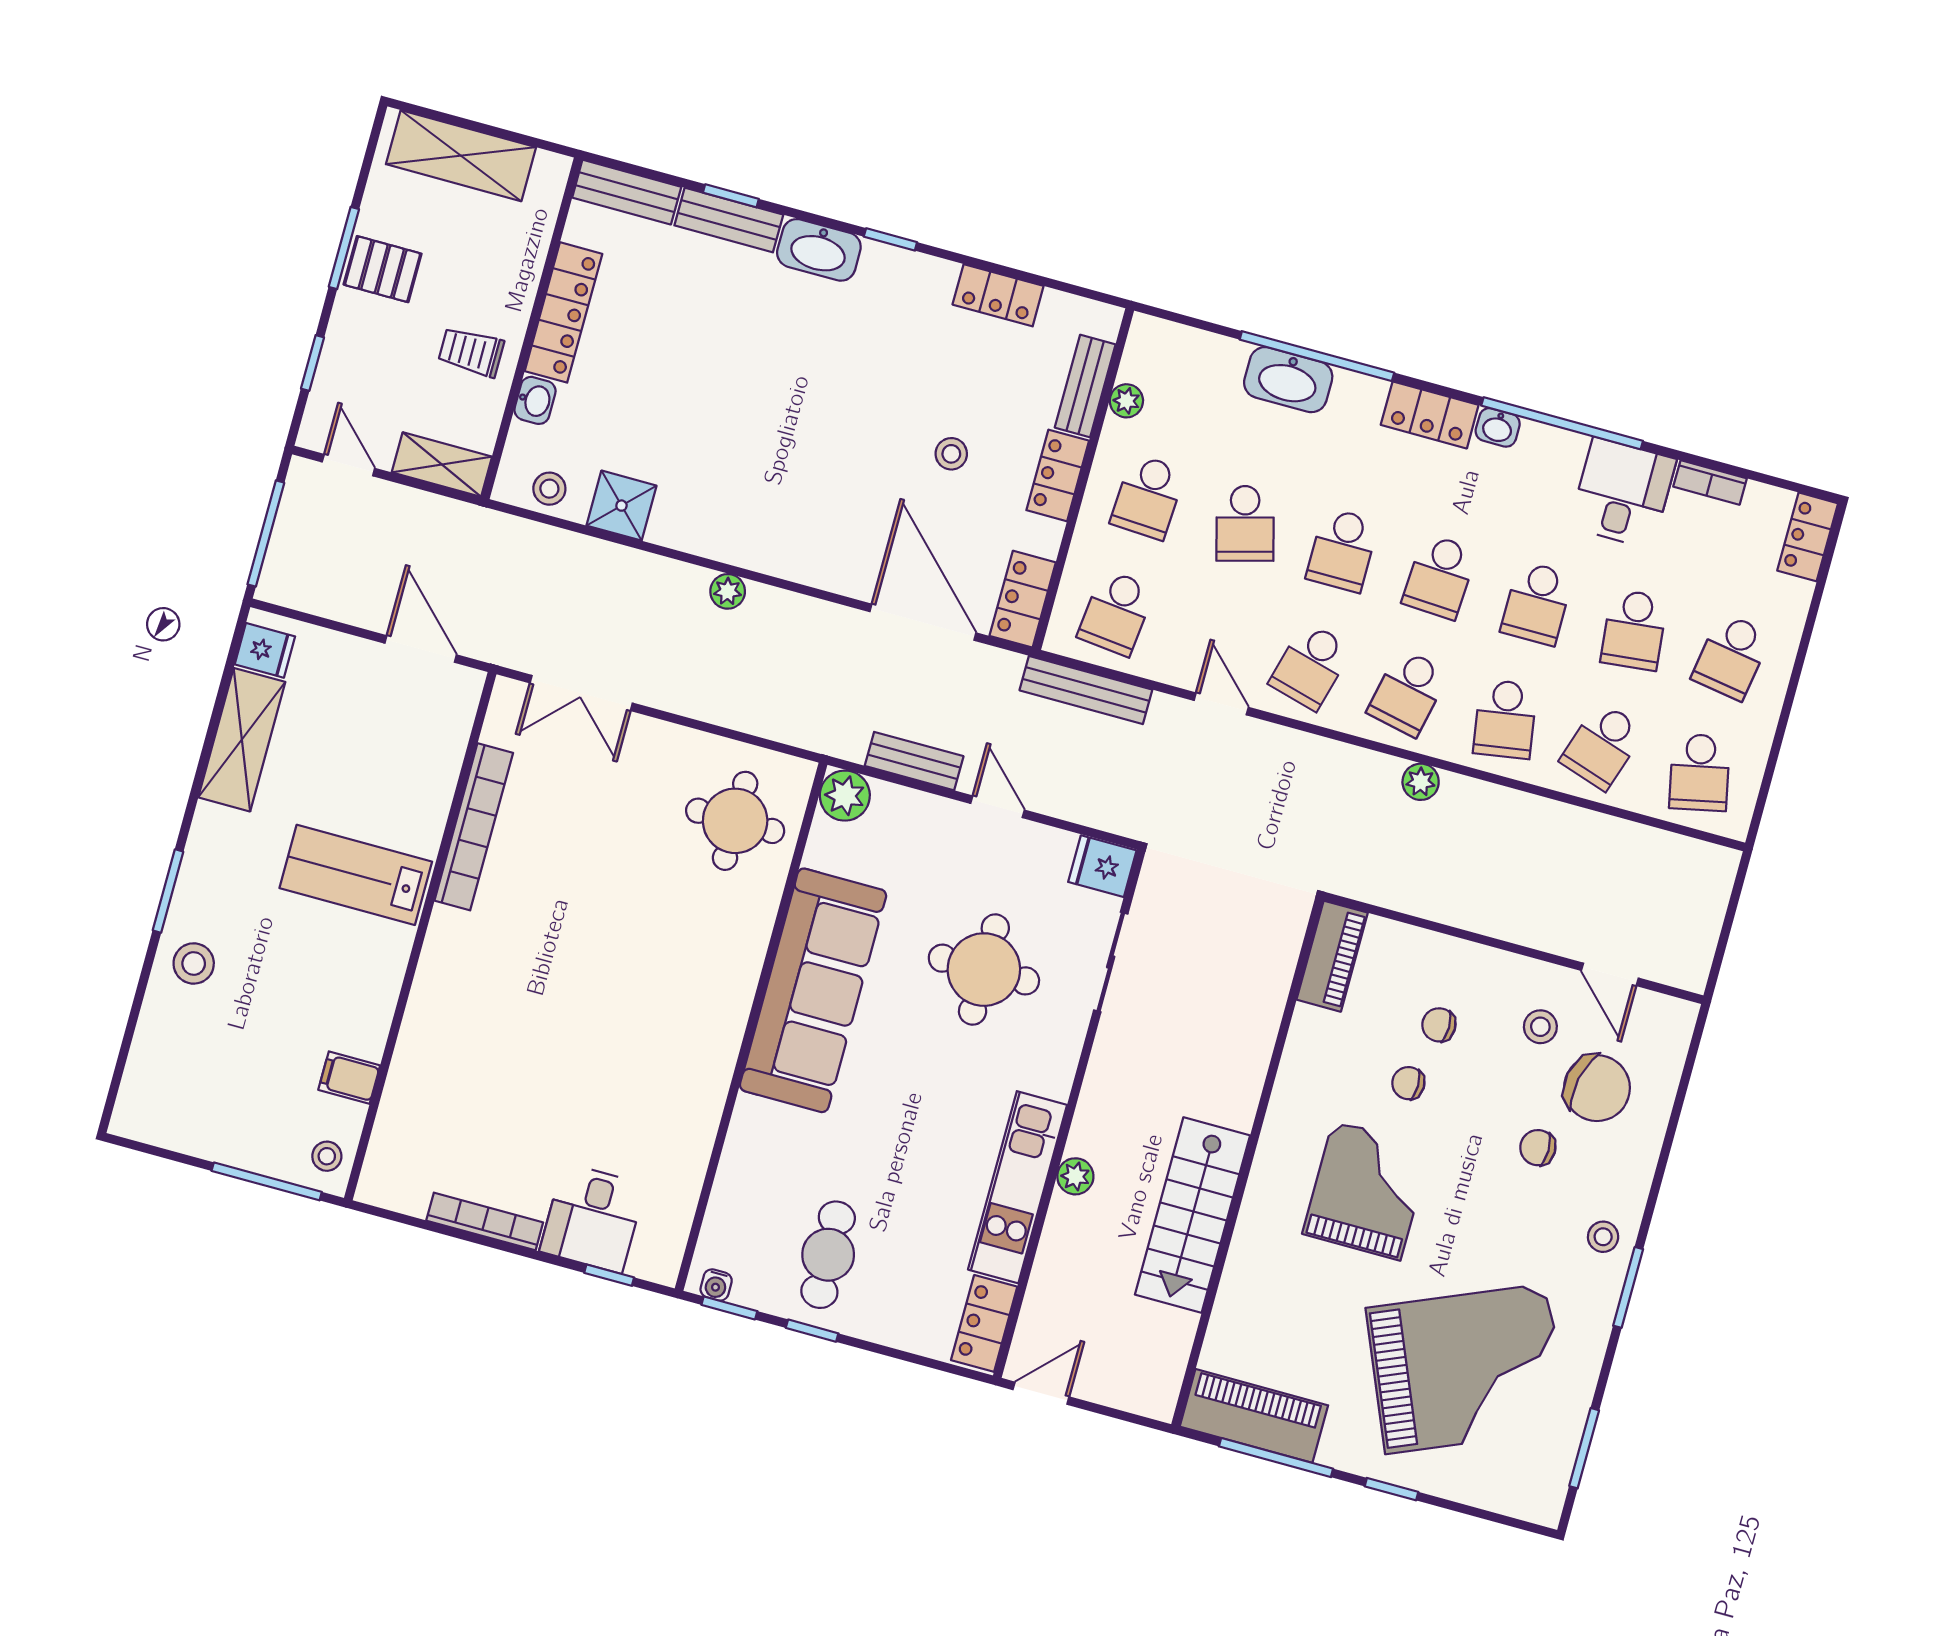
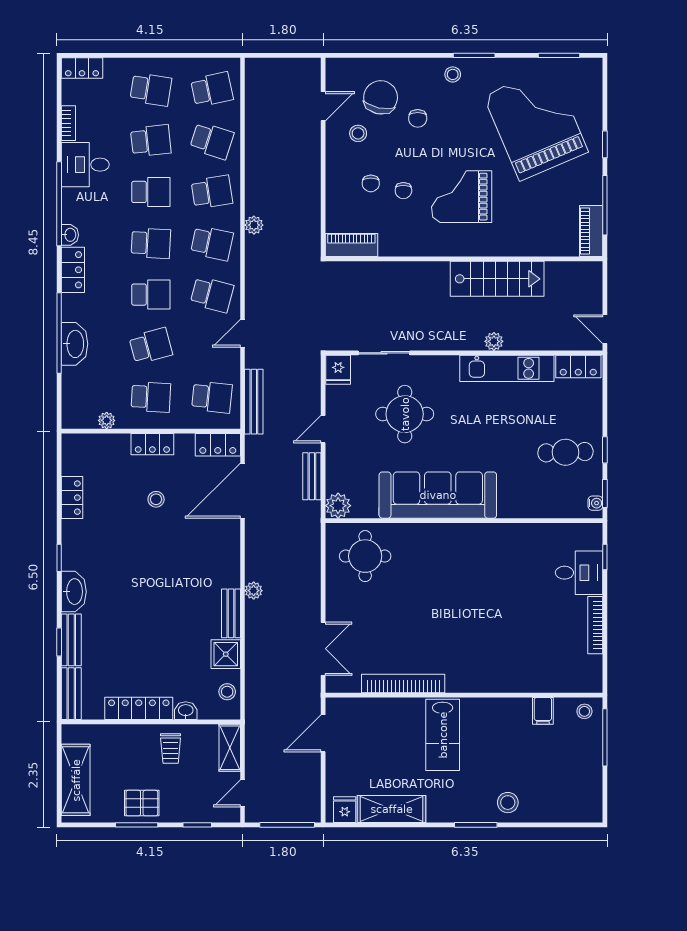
pallet: (383, 269) -> (142, 803), turned 90
bench: (1085, 386) -> (231, 613), moved, turned 90
piano: (1254, 1416) -> (591, 231), width x0.73, depth x0.75

